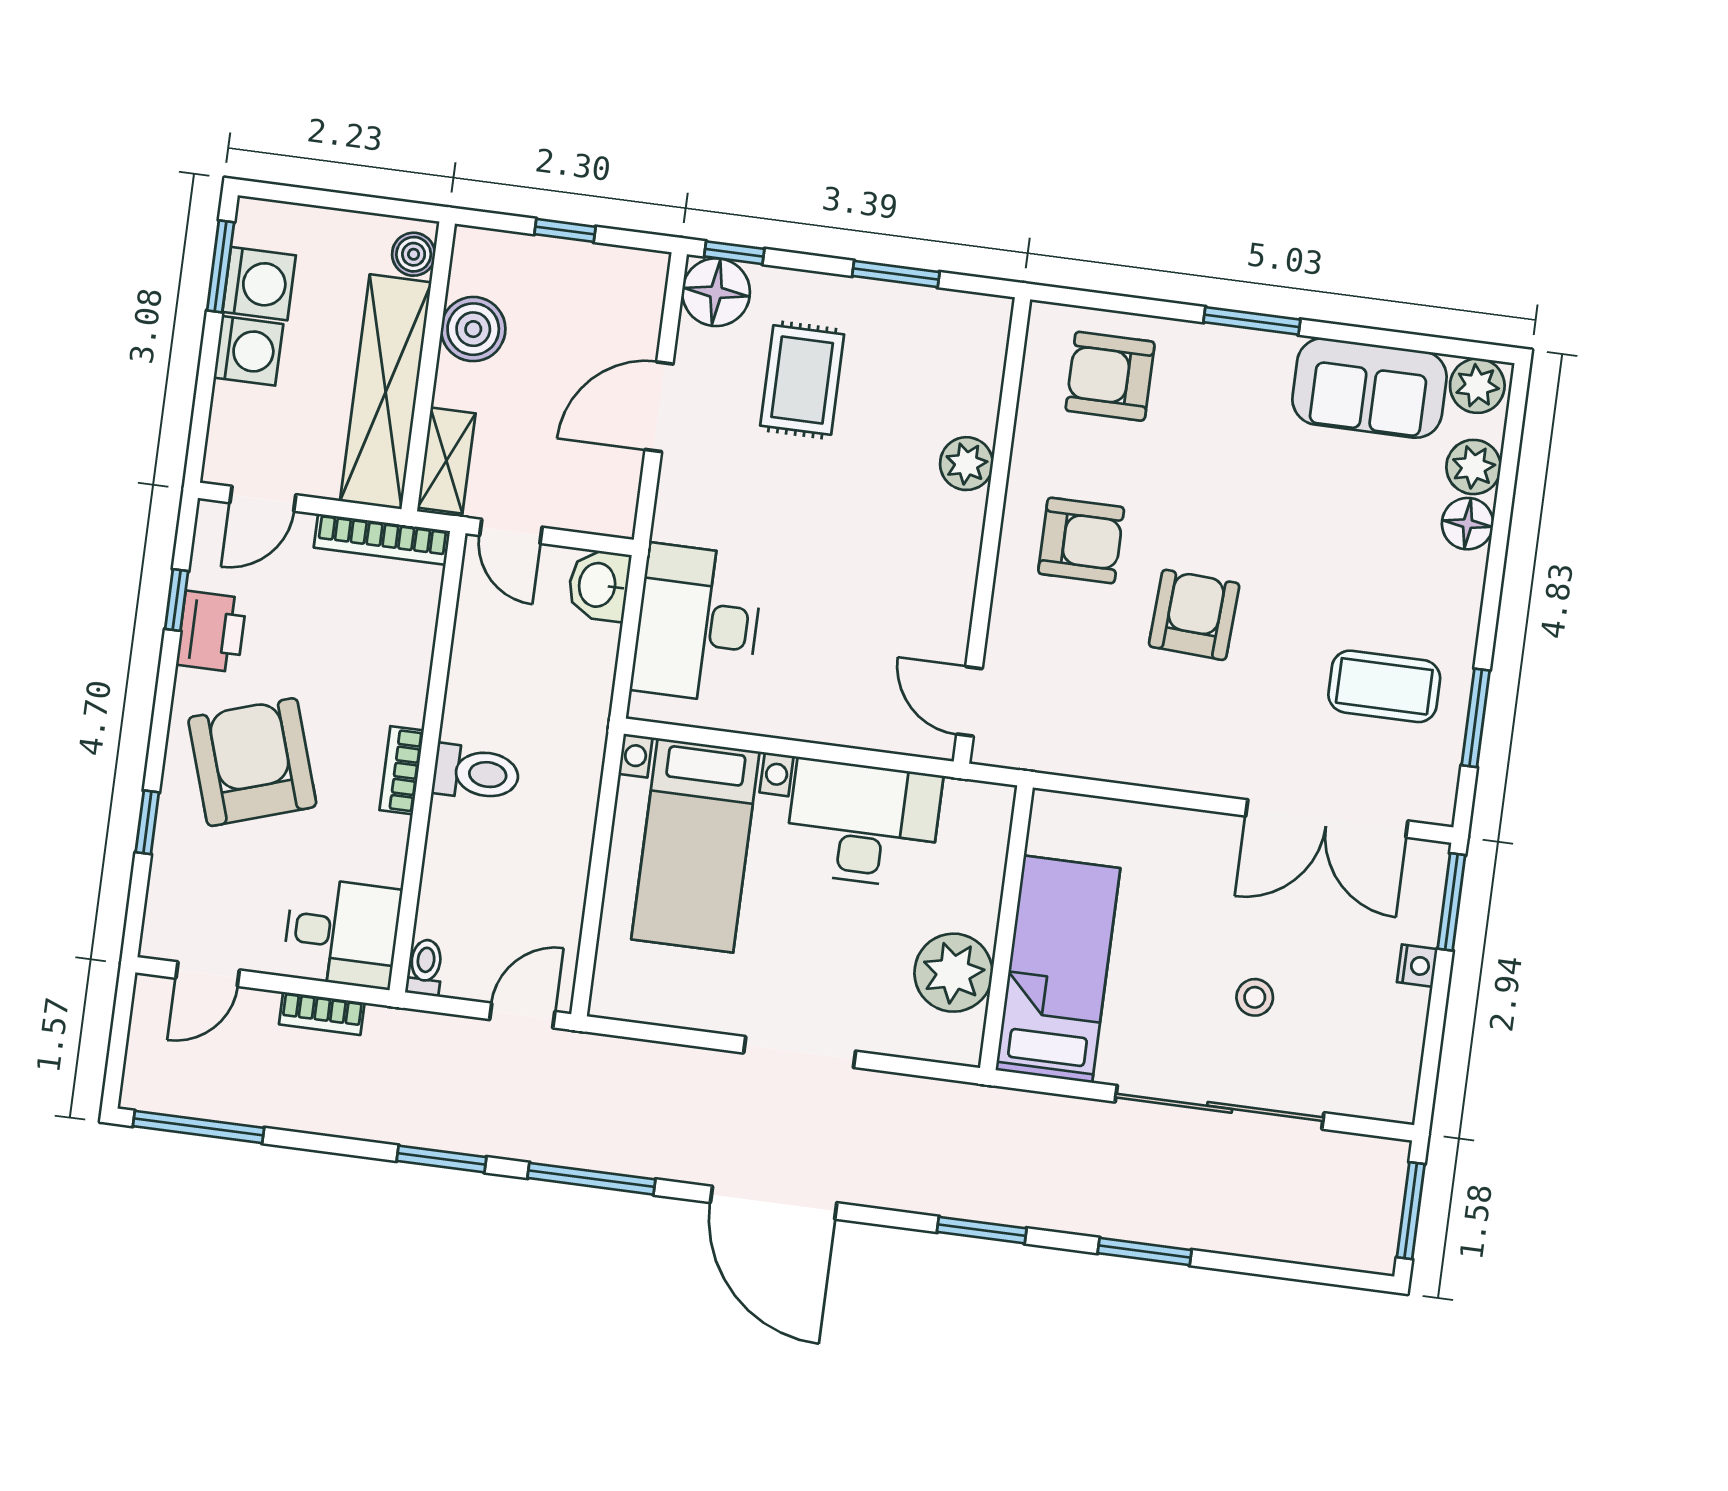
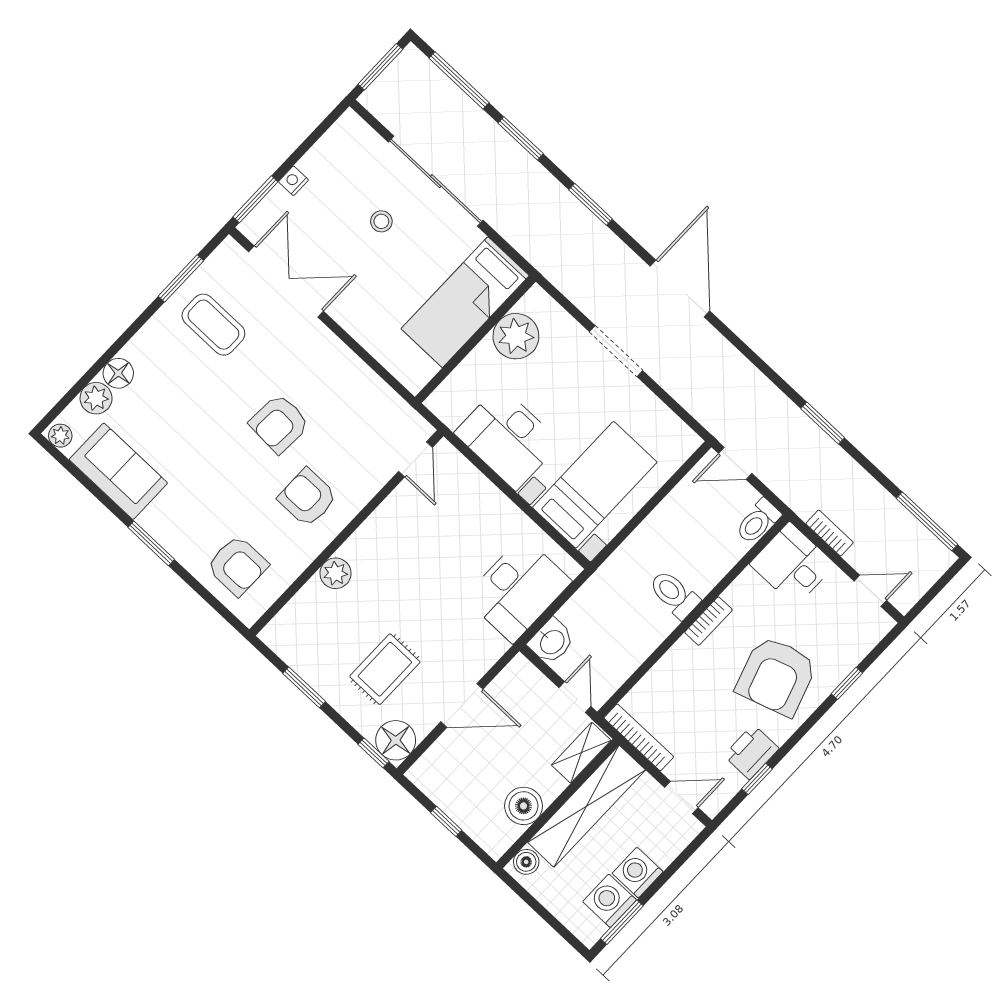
plant: (1477, 386) -> (60, 436), width x0.73, depth x0.73
toilet: (425, 967) -> (758, 521), width x1.37, depth x1.39
window: (591, 1179) -> (459, 80), moved

